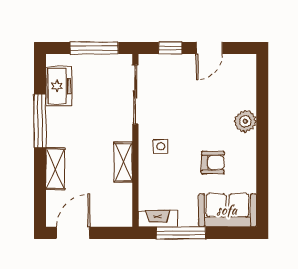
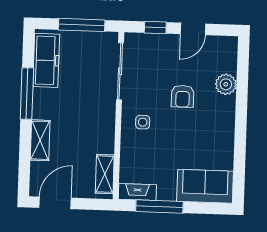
freezer: (59, 86) -> (46, 60), width x1.40
plant: (245, 121) -> (226, 84), moved
shelving: (123, 162) -> (105, 174), moved
armchair: (213, 163) -> (183, 96), moved, turned 90

